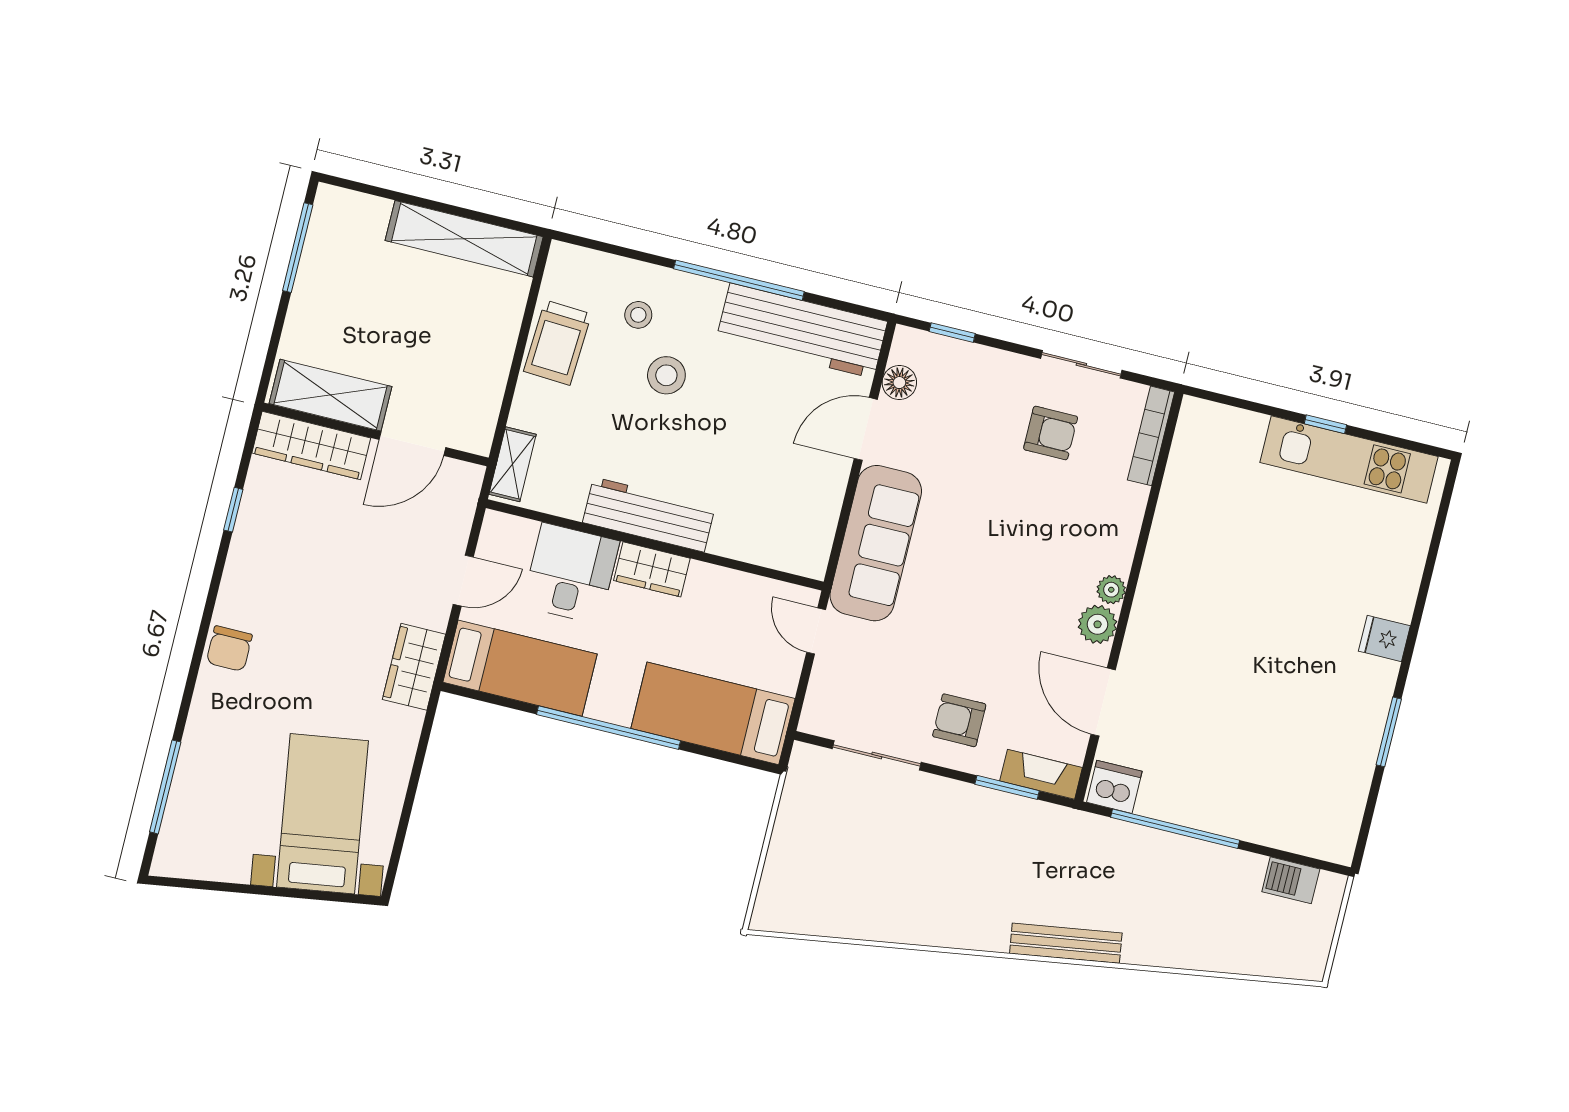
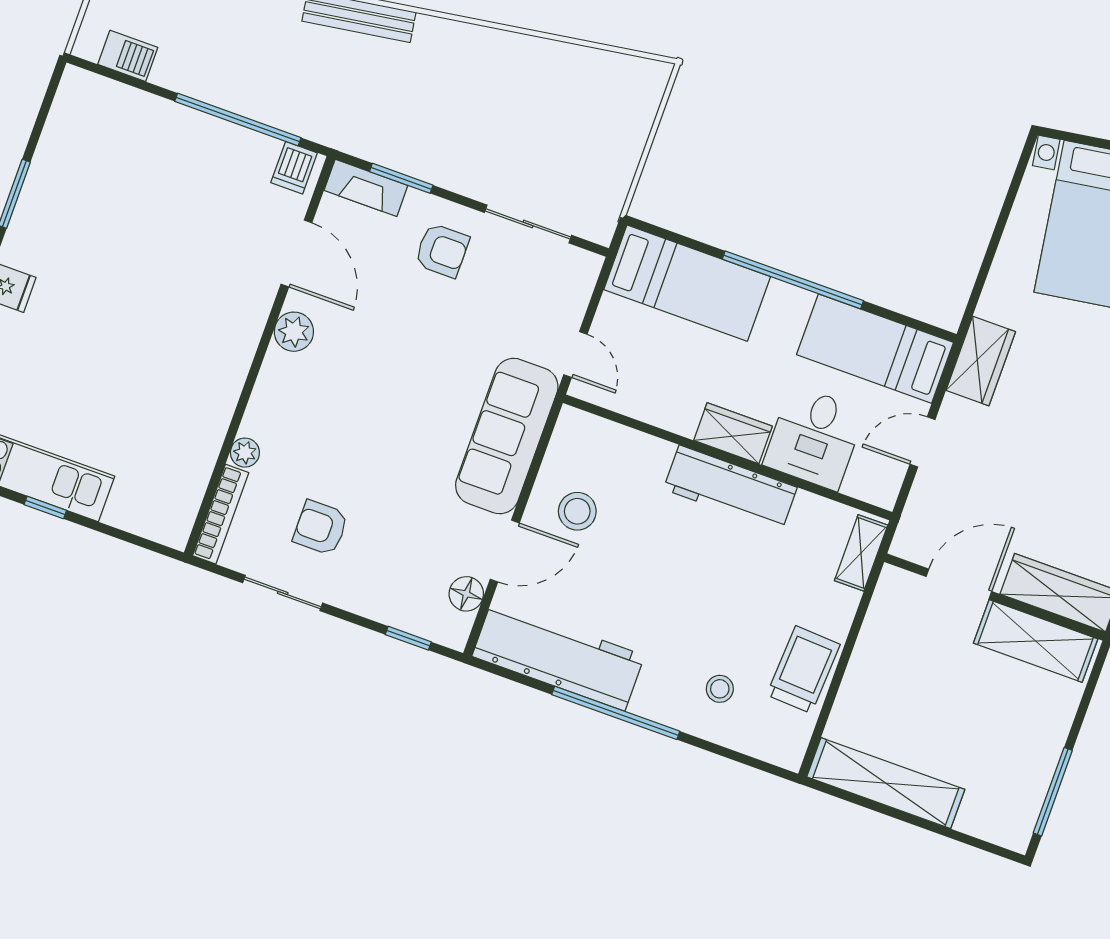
stool: (666, 375) -> (577, 511), moved
plant: (1111, 590) -> (245, 453), moved
dishwasher: (1114, 787) -> (294, 168), width x0.73

